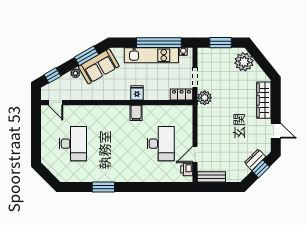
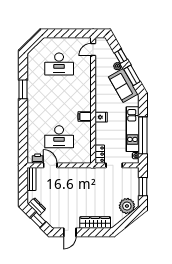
window: (52, 75) -> (121, 56), moved
plant: (205, 98) -> (97, 173), removed
dresser: (255, 160) -> (37, 206), moved

